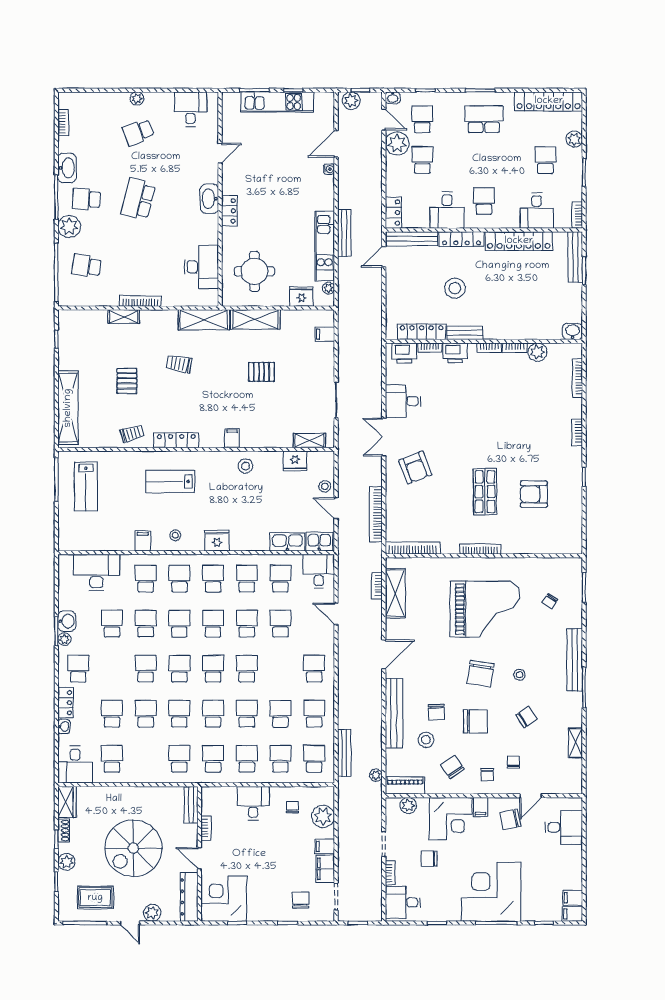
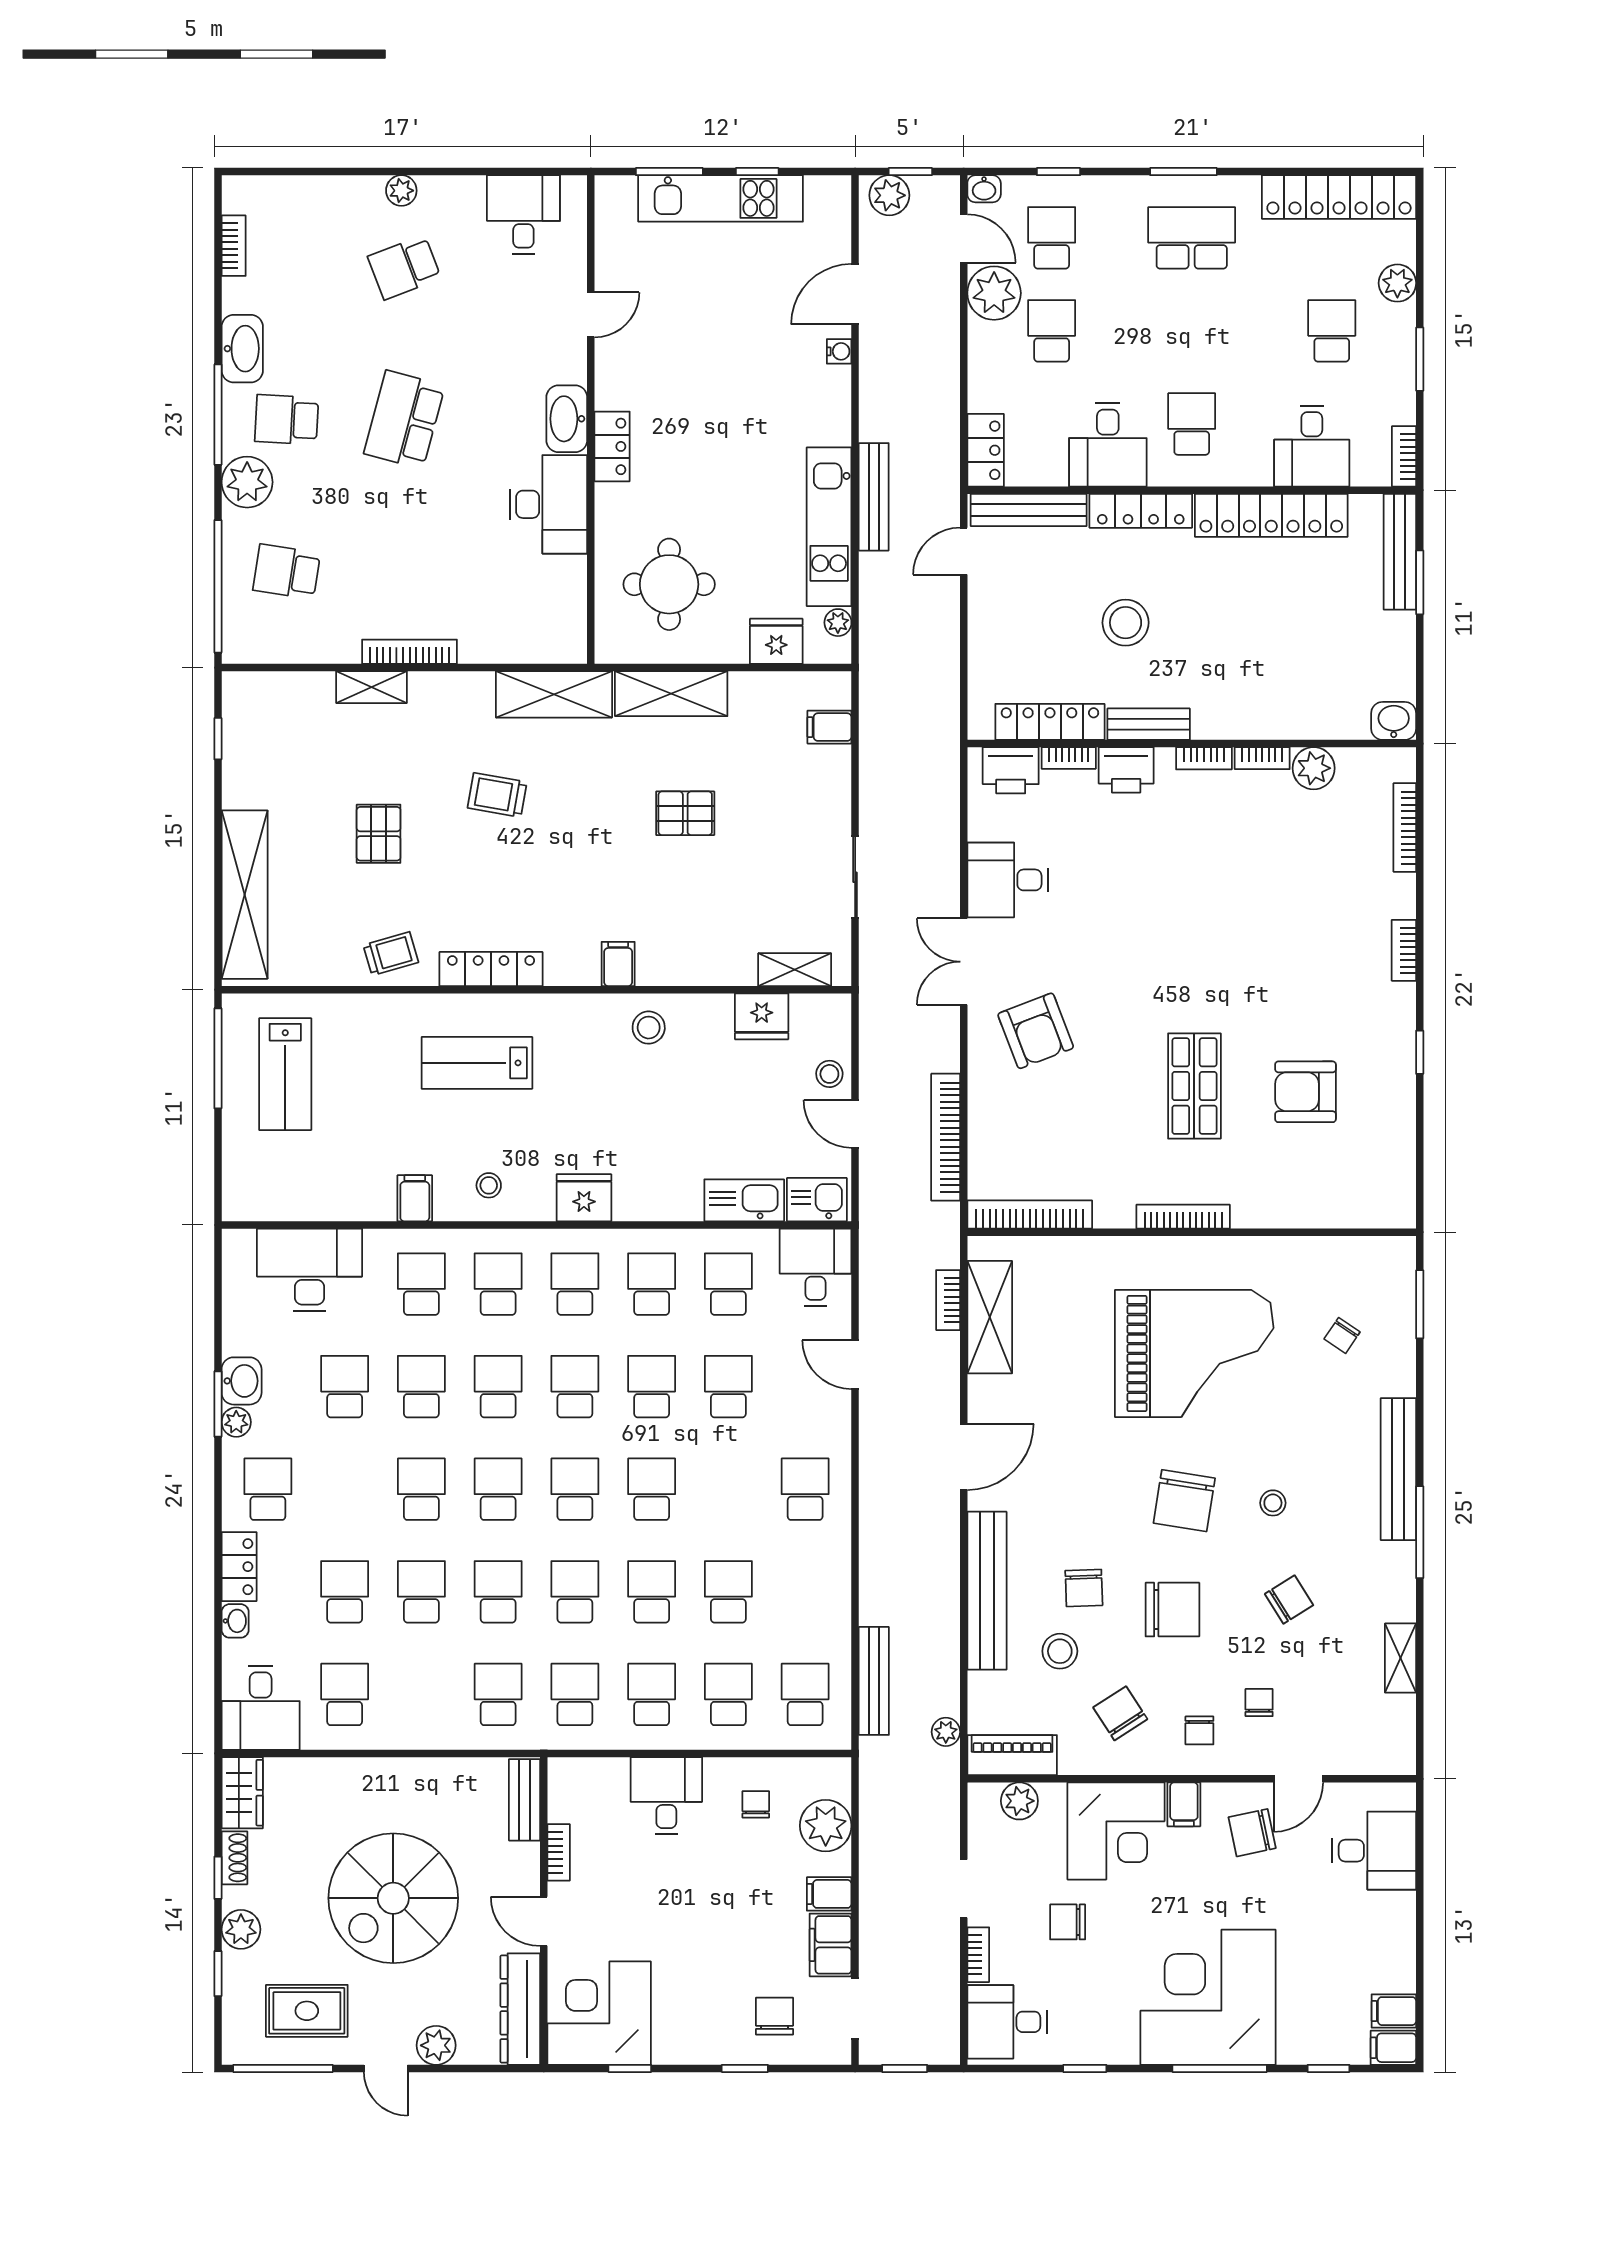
desk: (201, 267) -> (549, 504), moved
school desk: (314, 714) -> (805, 1592), removed

